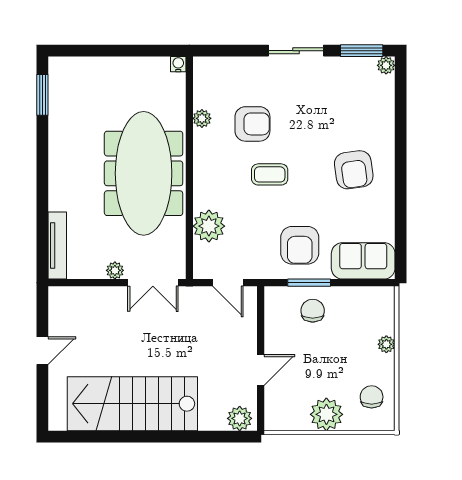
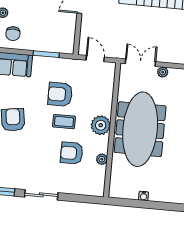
water cooler: (178, 64) -> (144, 196), moved
plant: (209, 226) -> (101, 125), moved
armchair: (300, 245) -> (60, 94), moved, turned -90
chair: (313, 311) -> (13, 34), moved

